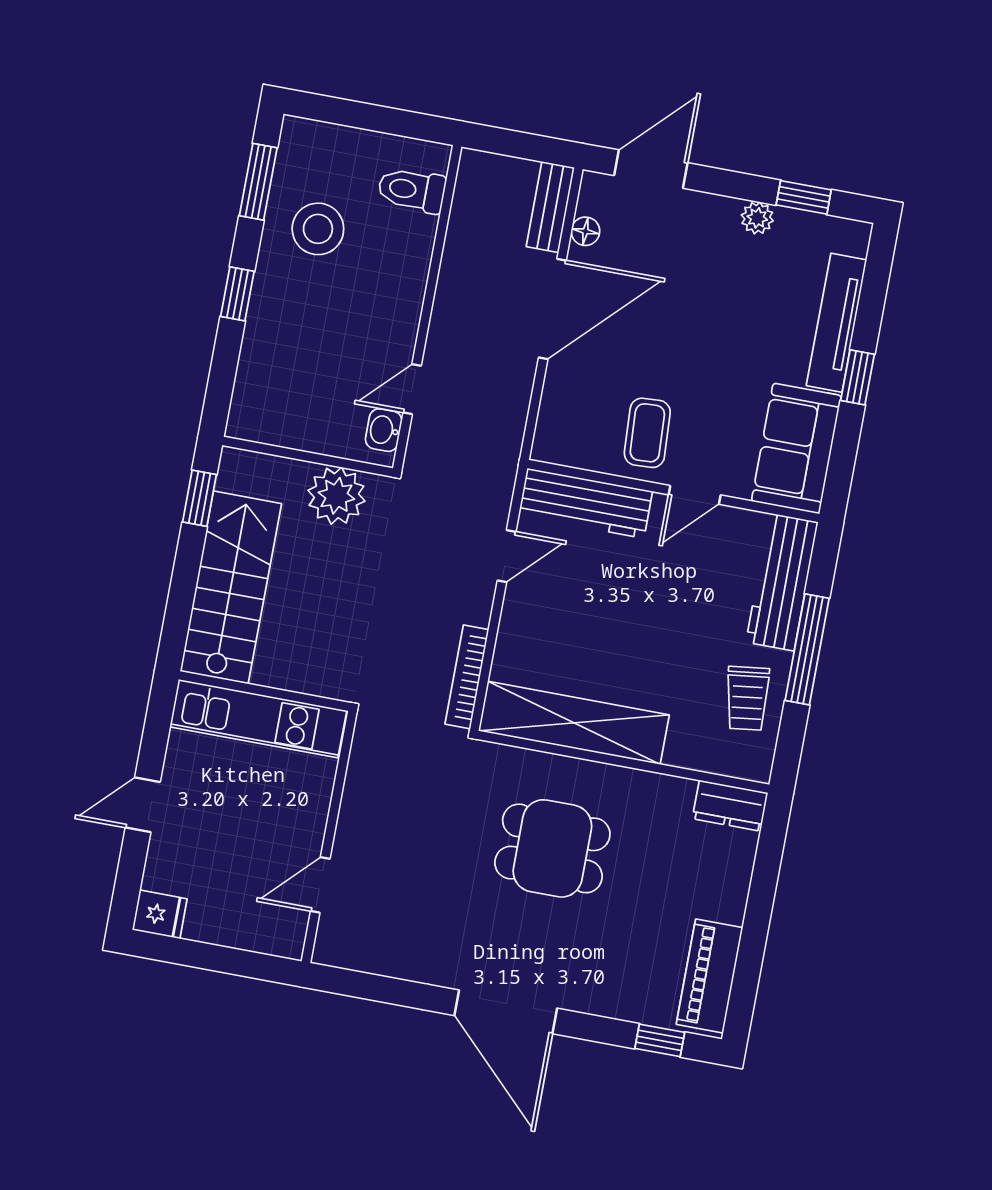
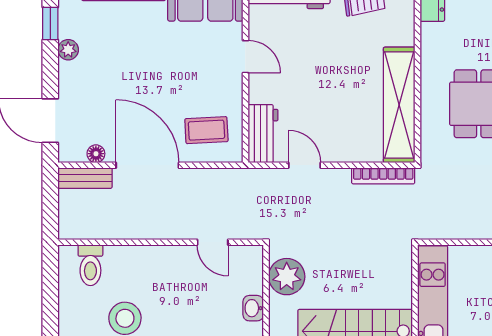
washbasin: (384, 430) -> (253, 308), moved, turned 90
coffee table: (647, 433) -> (206, 130), moved
workbench: (585, 503) -> (263, 134), width x0.73

